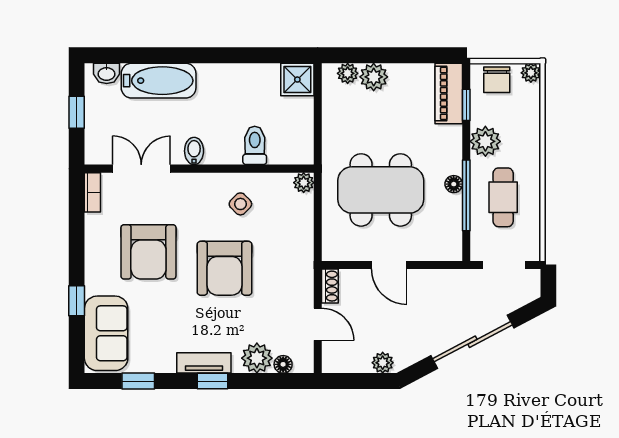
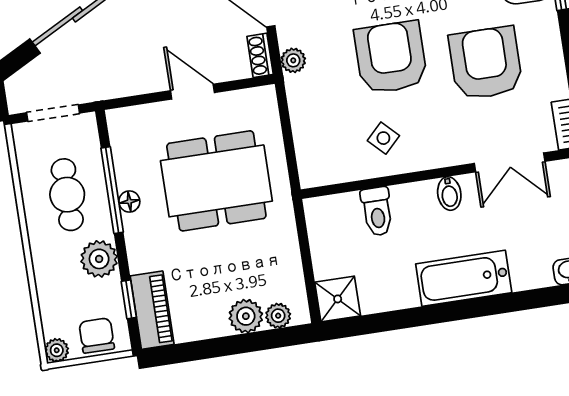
bathtub: (159, 81) -> (464, 278), moved
plant: (304, 183) -> (293, 60), moved

